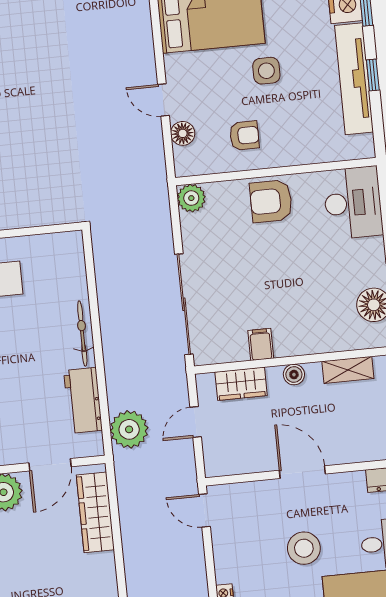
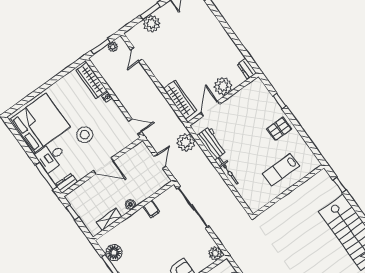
wardrobe: (241, 384) -> (150, 188), removed

